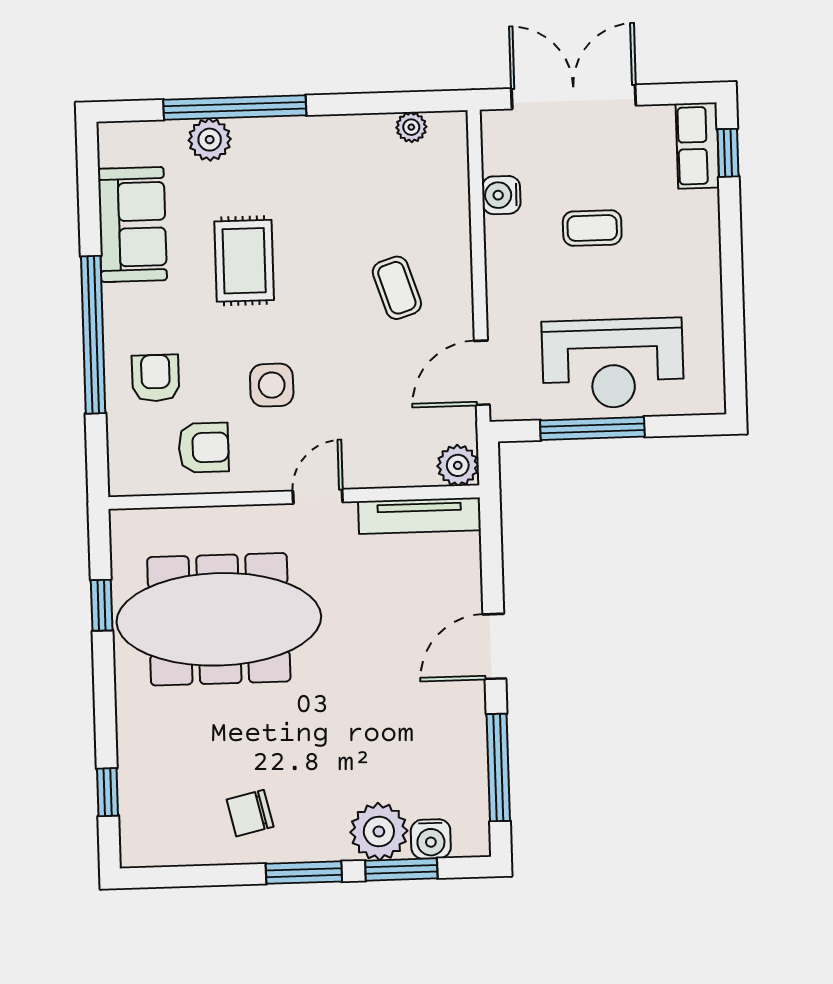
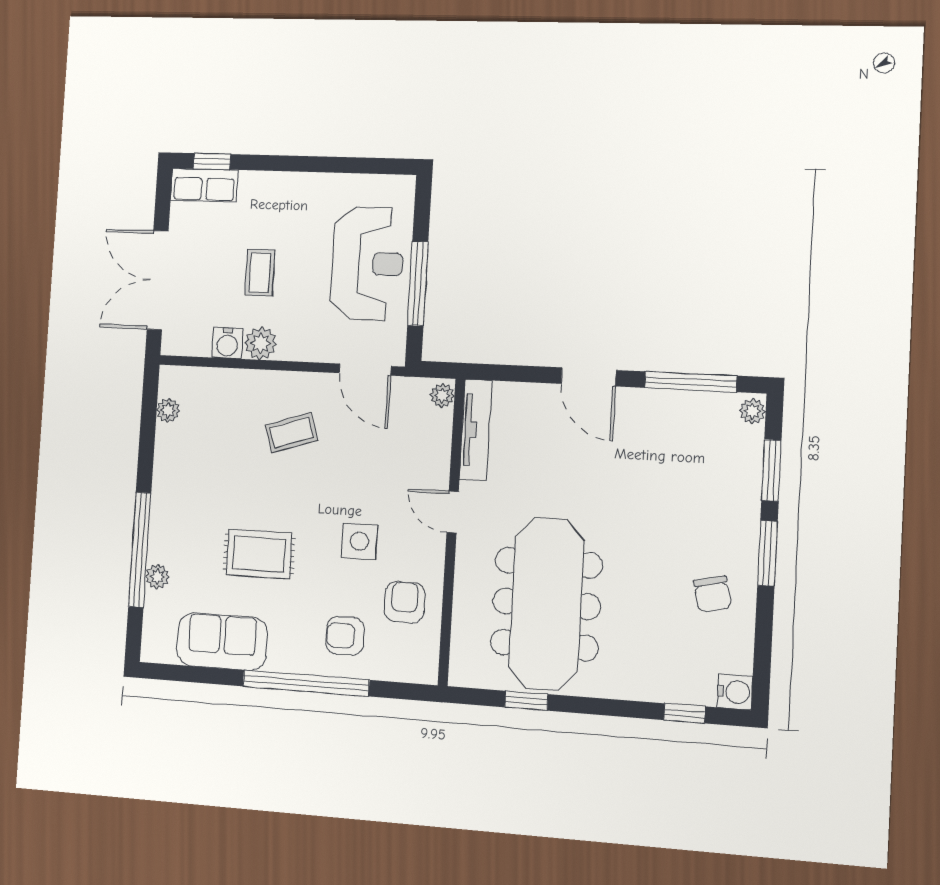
plant: (210, 140) -> (157, 577), width x0.73, depth x0.73
plant: (504, 238) -> (261, 343), added
plant: (458, 465) -> (442, 395), width x0.73, depth x0.73
plant: (379, 832) -> (752, 411), moved, width x0.53, depth x0.53
water cooler: (431, 839) -> (735, 692), moved

